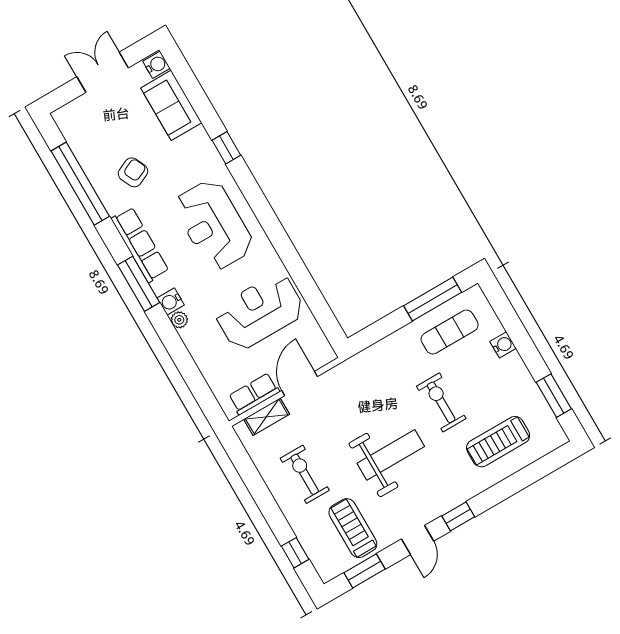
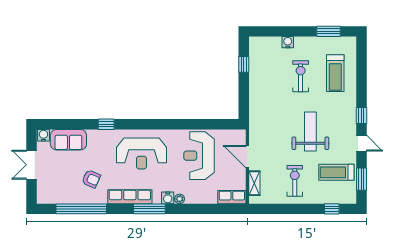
armchair: (133, 172) -> (91, 179), turned 139
window: (433, 299) -> (244, 64), width x0.46
exercise mat: (450, 332) -> (265, 65), removed
row of seats: (254, 394) -> (232, 197), moved, turned 90
exercise bike: (441, 402) -> (301, 76), moved, turned 90
exercise bike: (305, 474) -> (295, 181), turned 90

